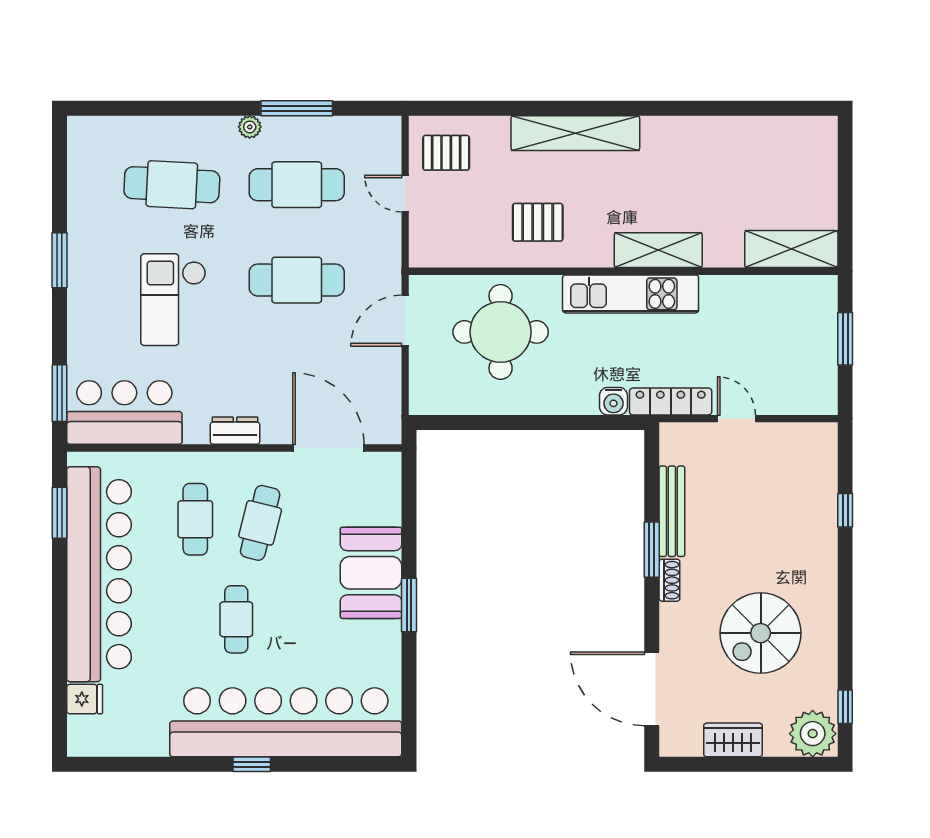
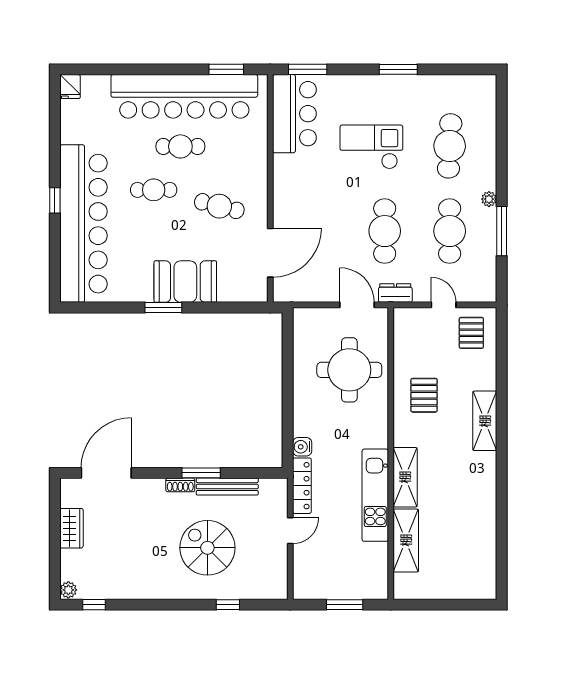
shelving: (575, 133) -> (485, 421), width x0.68
door: (405, 194) -> (444, 305), hinge flipped
shelving: (791, 249) -> (406, 540), moved
kitchen unit: (631, 294) -> (375, 495), moved
dresser: (235, 431) -> (395, 293), moved, turned -90
cafe table: (195, 519) -> (180, 146), moved
spiral stairs: (761, 633) -> (207, 548), moved
fridge: (85, 699) -> (70, 87), moved
plant: (813, 734) -> (68, 590), width x0.53, depth x0.53

